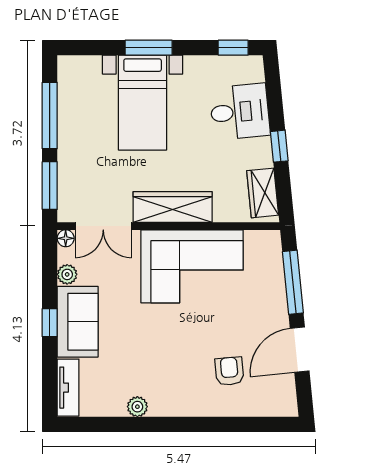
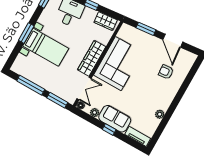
window: (293, 282) -> (146, 29), width x0.69

